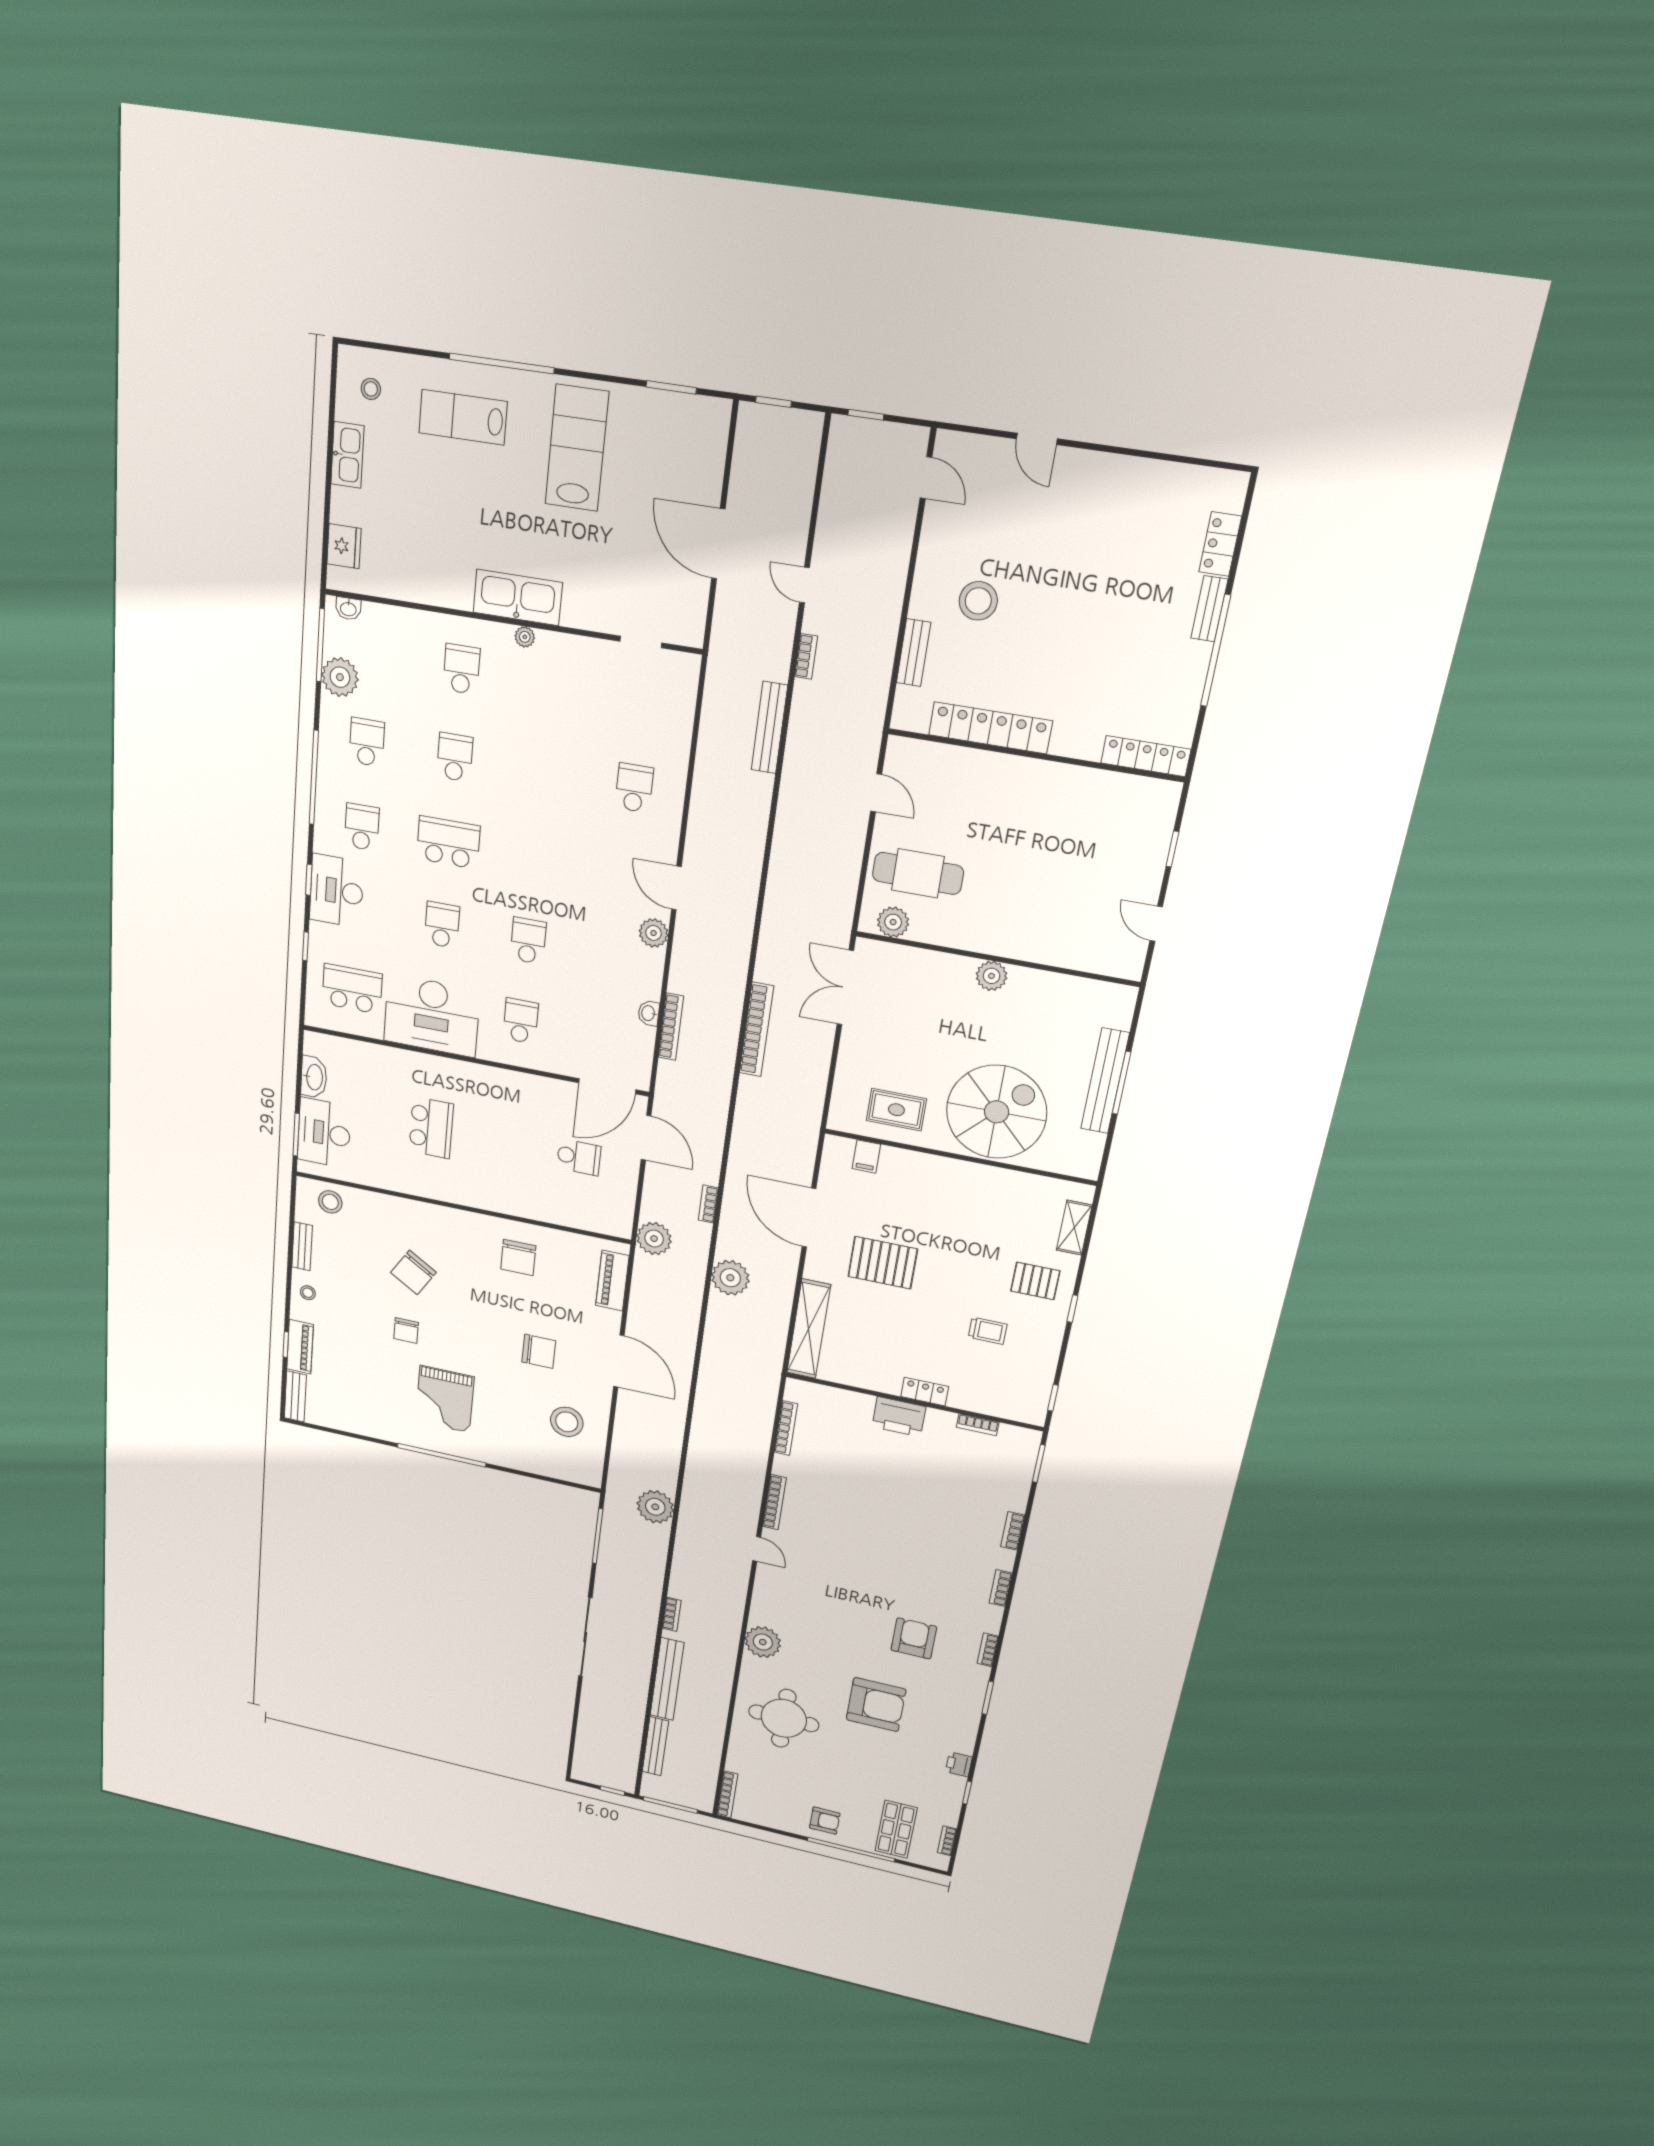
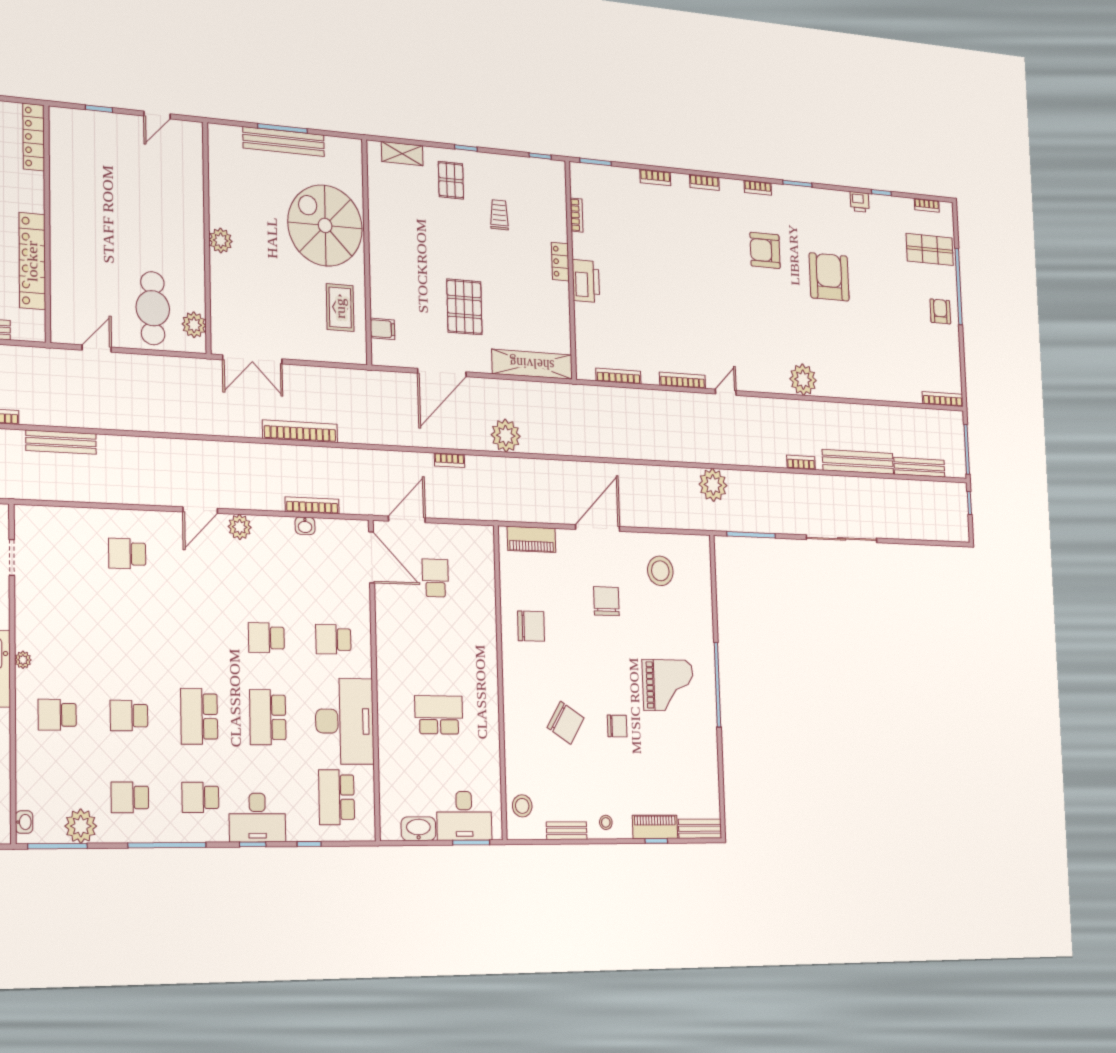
school desk: (442, 925) -> (268, 717), width x1.85
plant: (654, 1239) -> (488, 505), removed
round table: (784, 1718) -> (863, 355), removed

